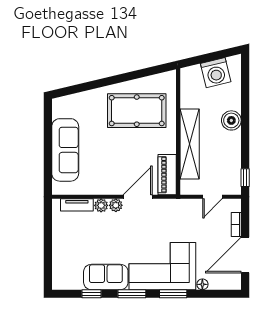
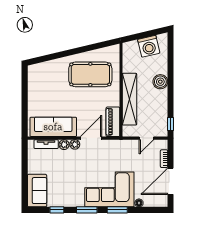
sofa: (65, 150) -> (53, 127), moved, turned -90
sofa: (106, 277) -> (37, 191), moved, turned 90

